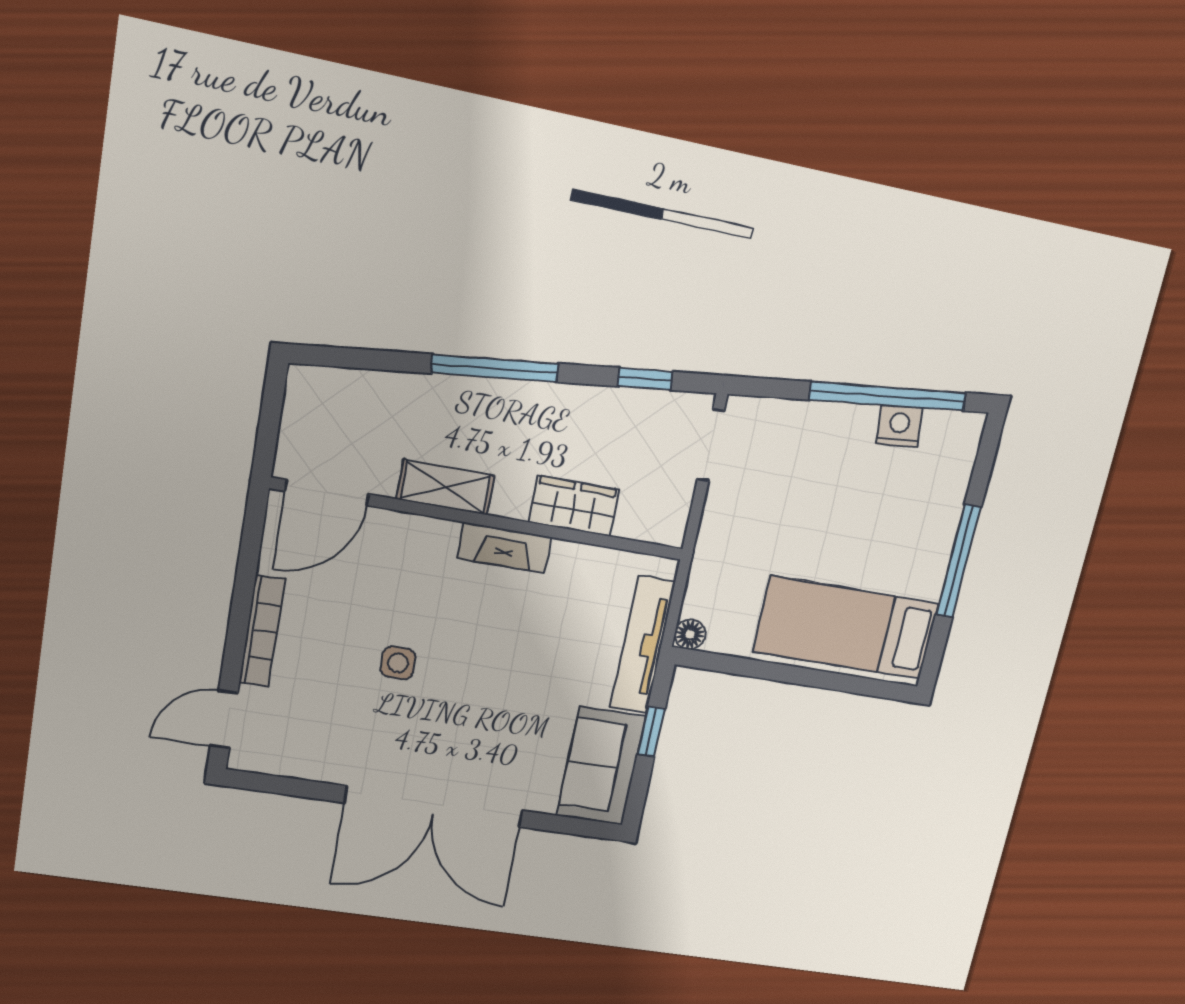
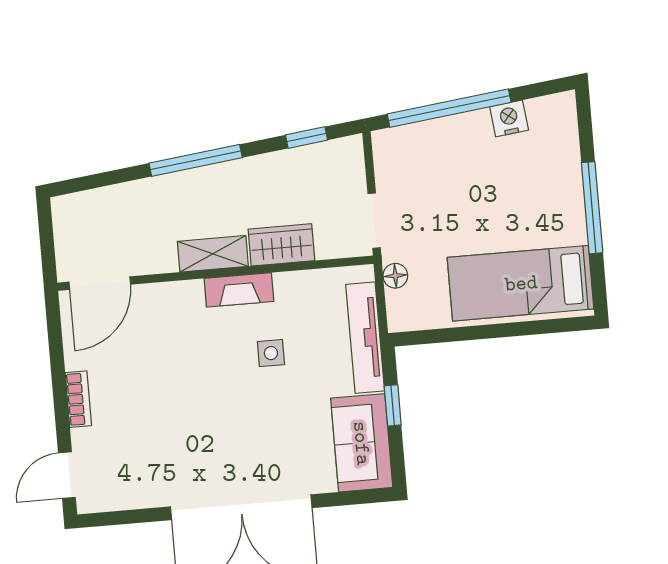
window: (888, 396) -> (449, 108), moved
doorway: (711, 445) -> (374, 221), moved
shelving: (445, 487) -> (213, 254), moved
bookcase: (262, 631) -> (78, 399), width x0.64
floor lamp: (690, 634) -> (395, 276), moved
side table: (398, 663) -> (271, 353), moved

